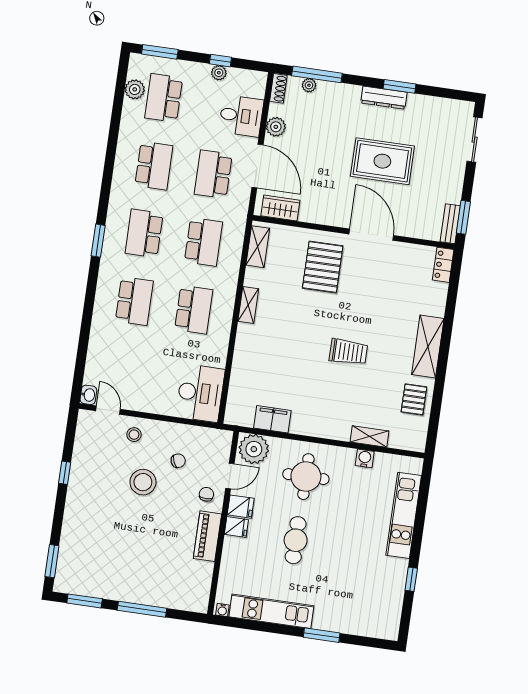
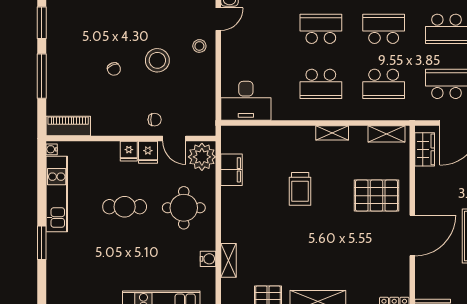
school desk: (134, 301) -> (321, 29), turned 180
trolley: (348, 352) -> (300, 189), moved
chair: (178, 461) -> (114, 69), moved
piano: (207, 536) -> (68, 126), moved

